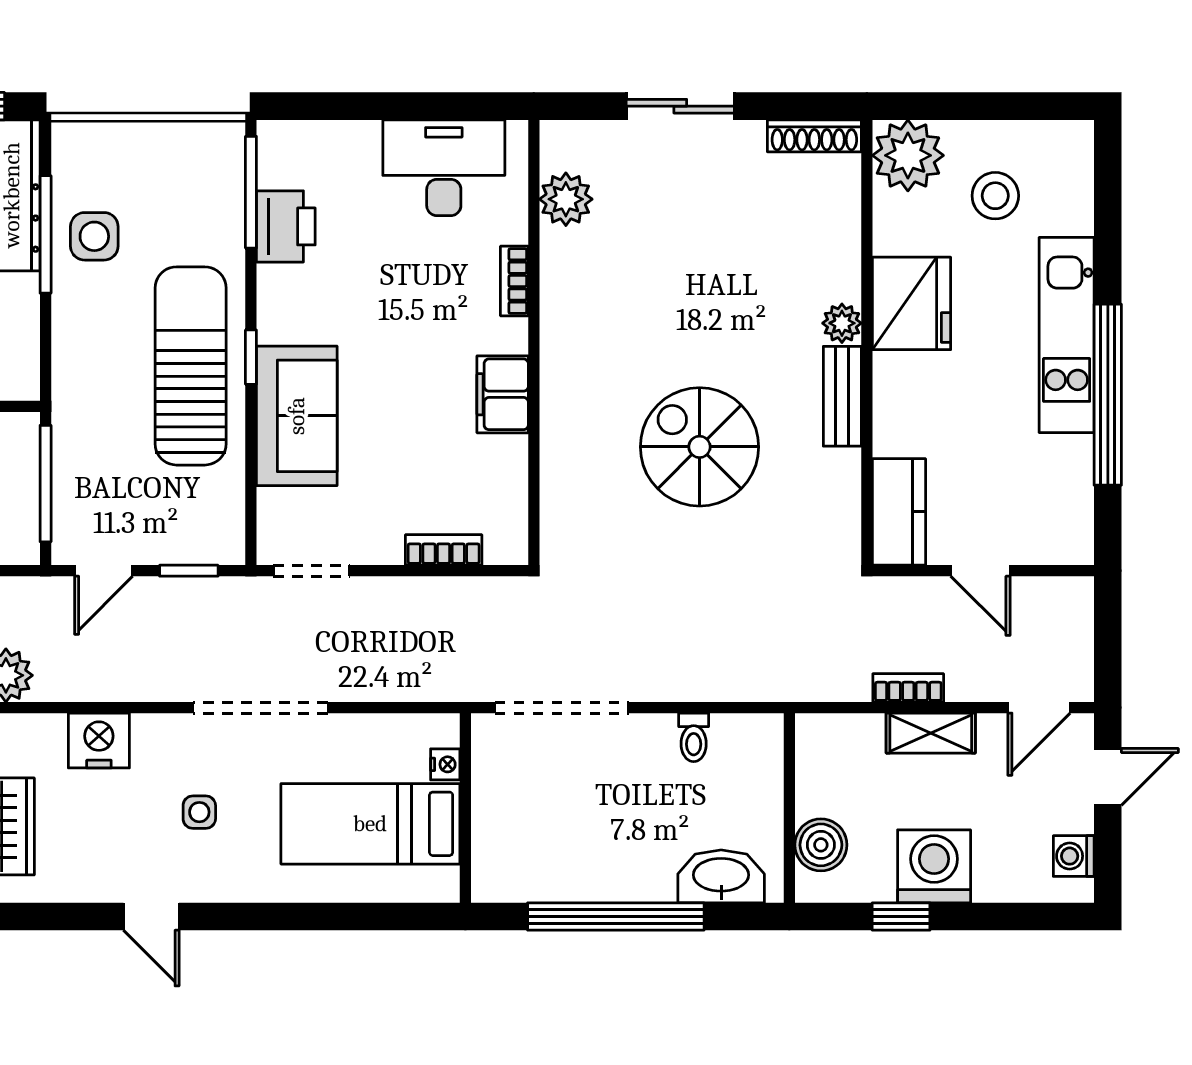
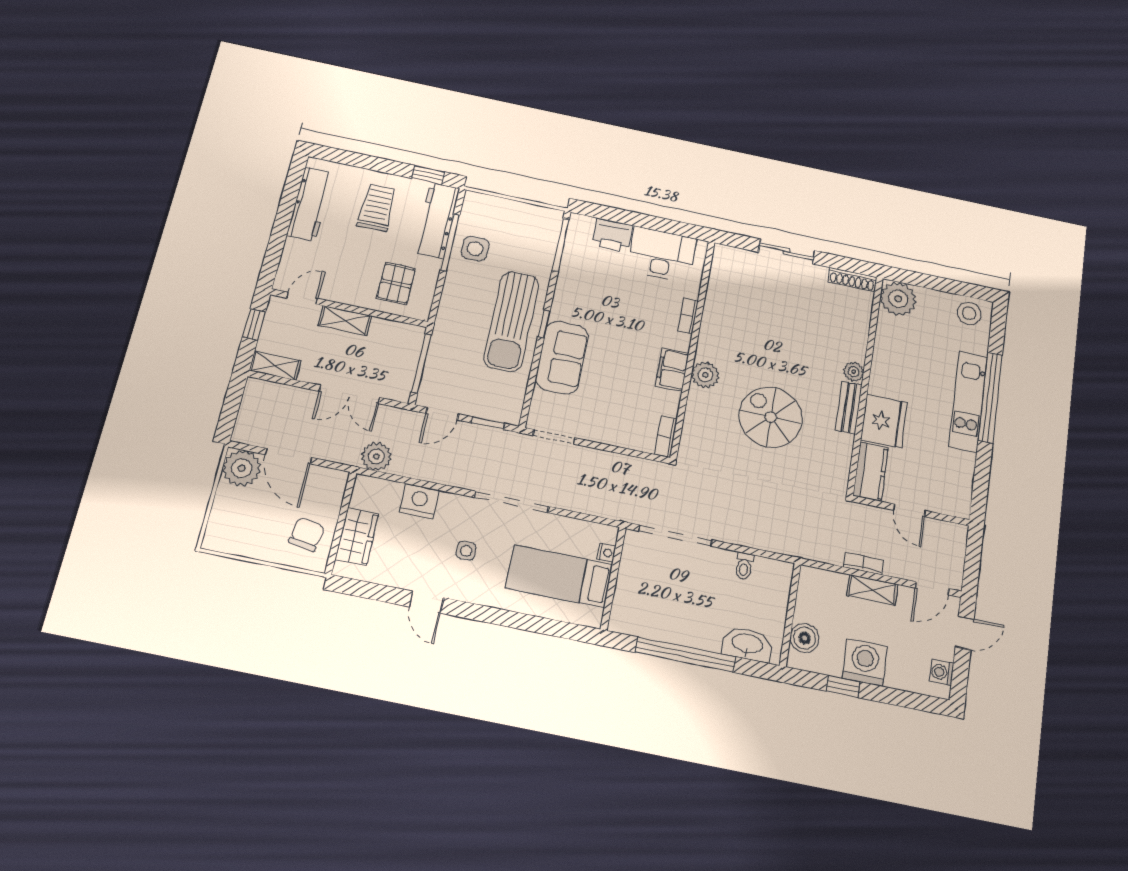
stool: (995, 196) -> (969, 313), moved
plant: (566, 199) -> (705, 375), moved
printer: (286, 226) -> (612, 235), moved, turned 90
fridge: (912, 303) -> (884, 421), moved
sun lounger: (191, 366) -> (511, 321), turned 180
window: (1108, 395) -> (990, 397), moved
bookcase: (444, 550) -> (666, 437), moved, turned -90

